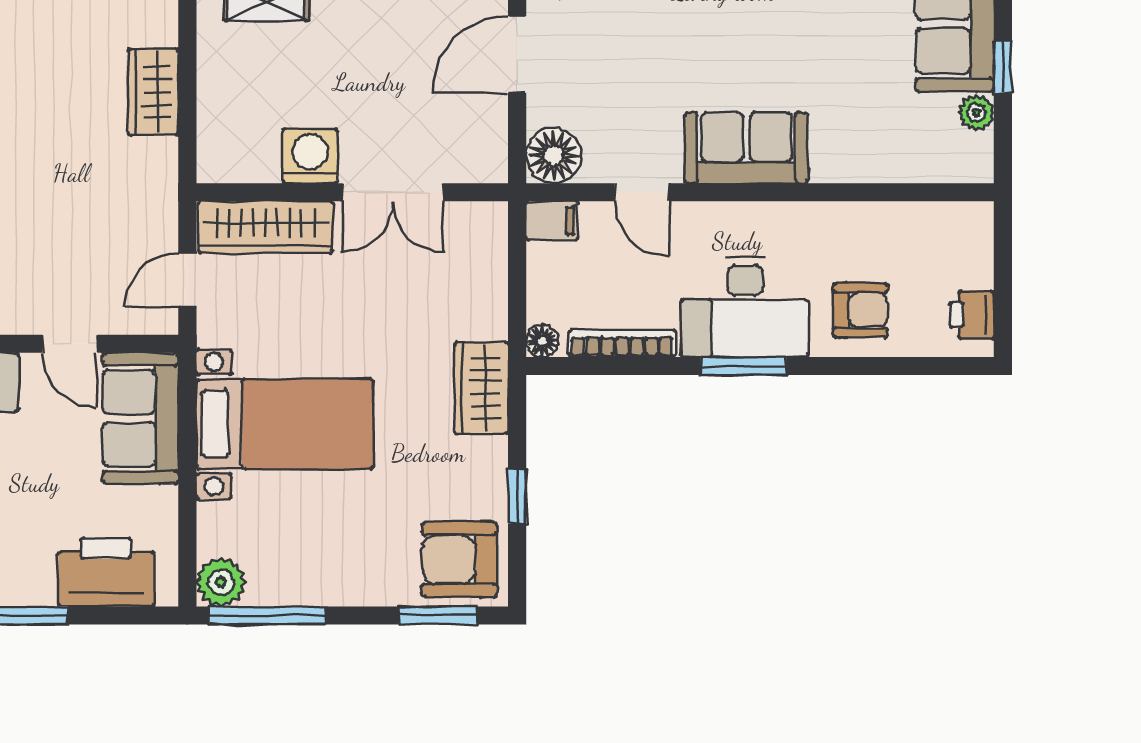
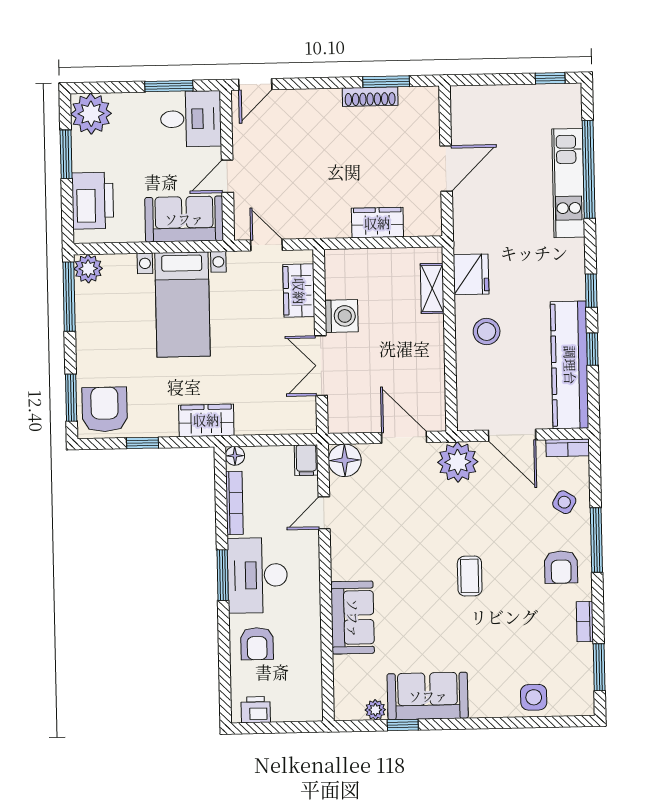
sofa: (746, 148) -> (353, 618), moved
wardrobe: (265, 227) -> (299, 291), width x0.67

